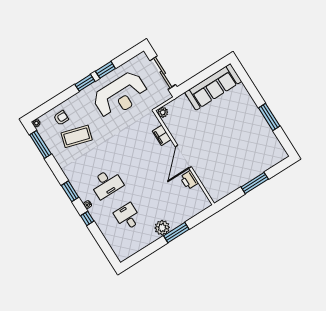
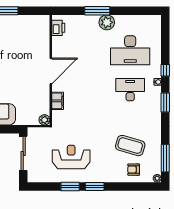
reception desk: (120, 95) -> (71, 157), width x0.74, depth x0.77
printer: (189, 180) -> (58, 28), moved
desk: (128, 217) -> (130, 50), width x1.87, depth x1.30

